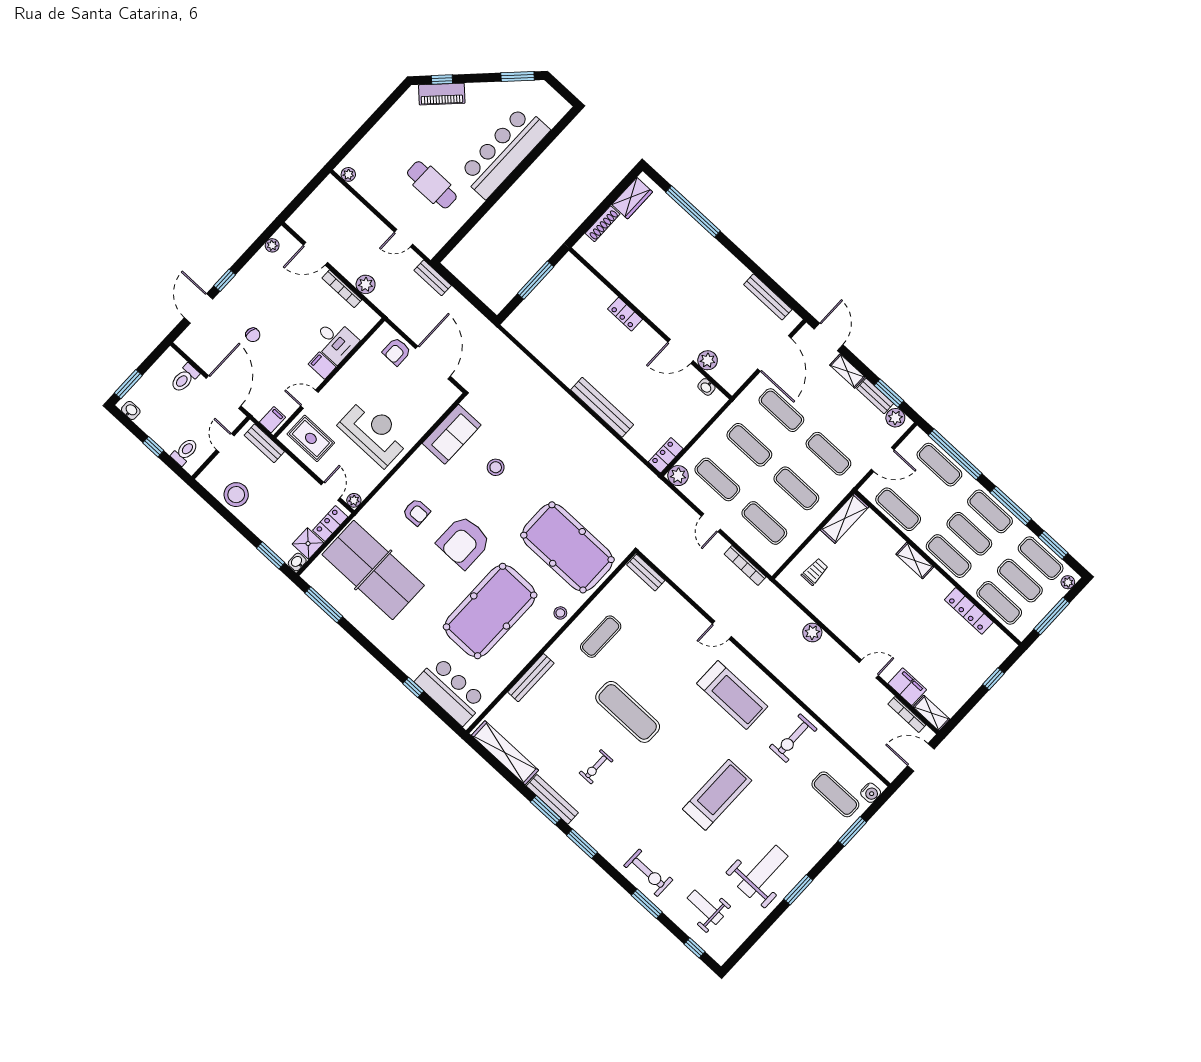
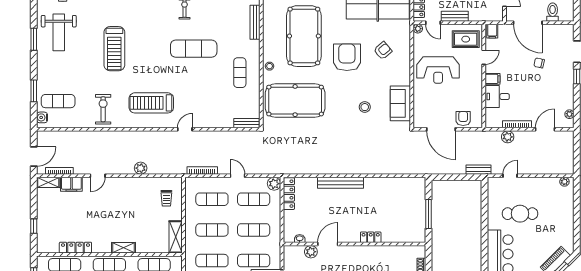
bench: (264, 443) -> (455, 16), moved
locker: (666, 455) -> (289, 194), width x1.53
armchair: (416, 512) -> (383, 51), turned 142

